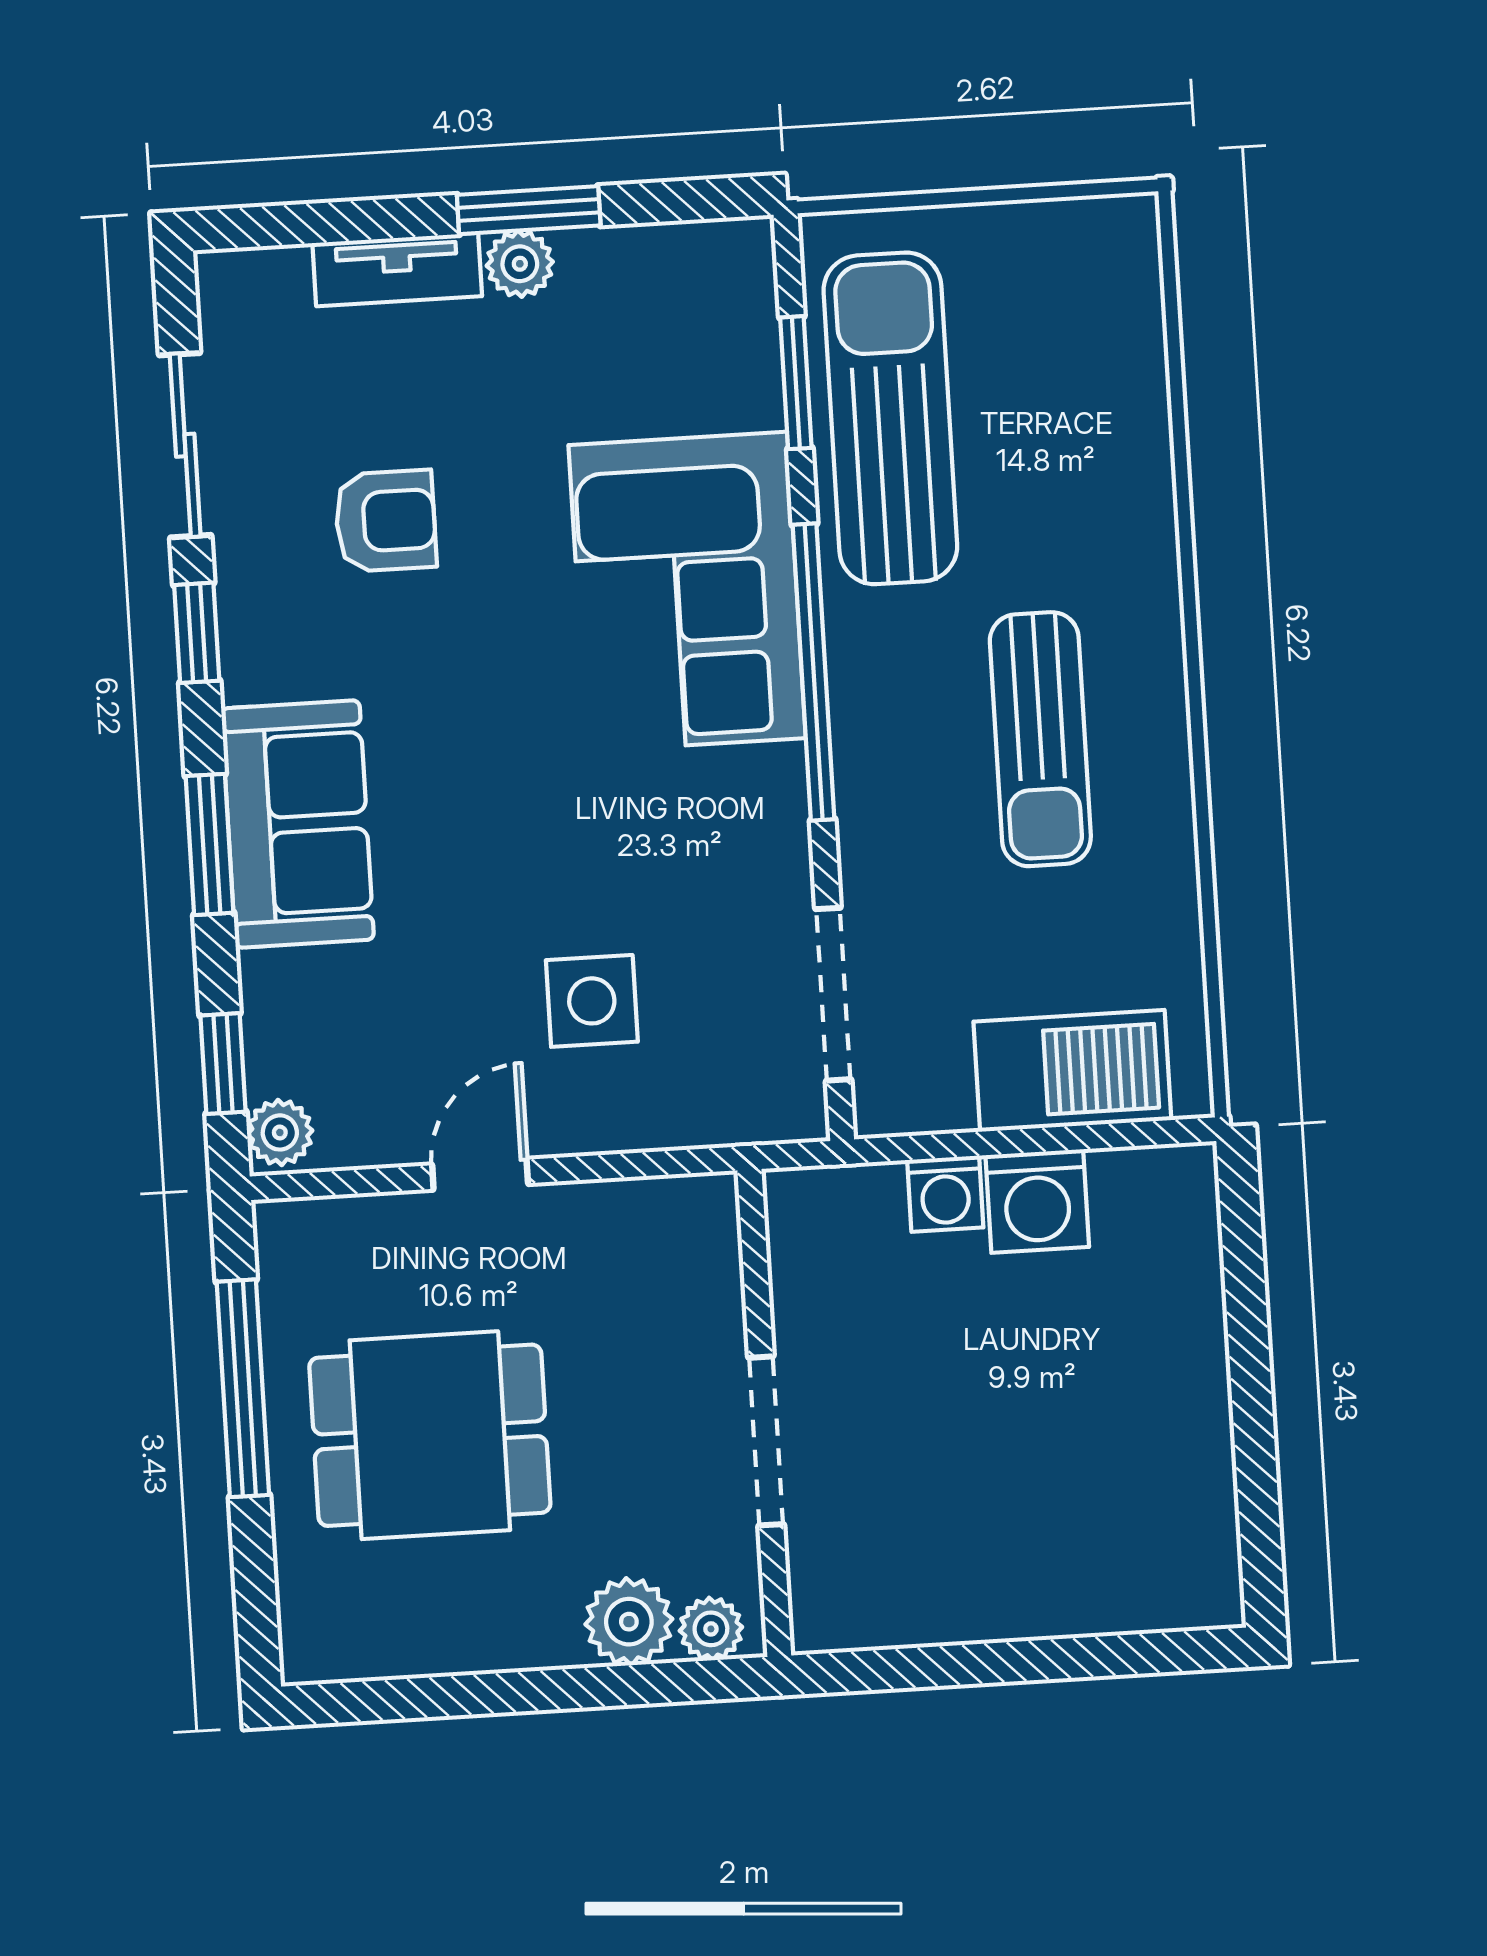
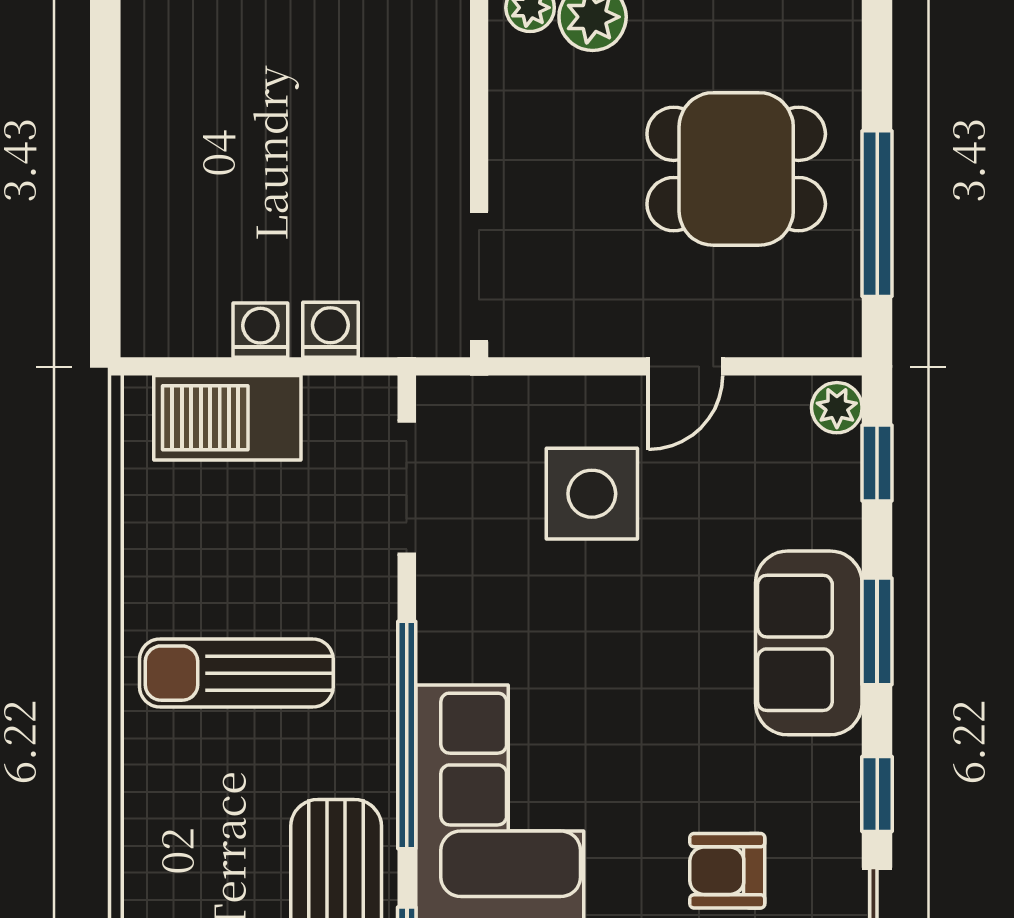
sun lounger: (1040, 739) -> (236, 673), turned -90
side table: (592, 1001) -> (592, 494), width x1.37, depth x1.37
washing machine: (1037, 1201) -> (260, 330), width x0.73, depth x0.73
doorway: (766, 1441) -> (479, 276), moved

